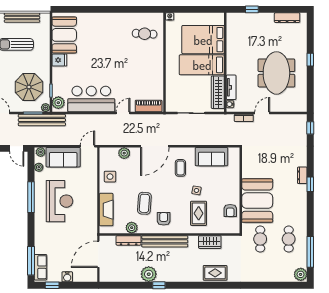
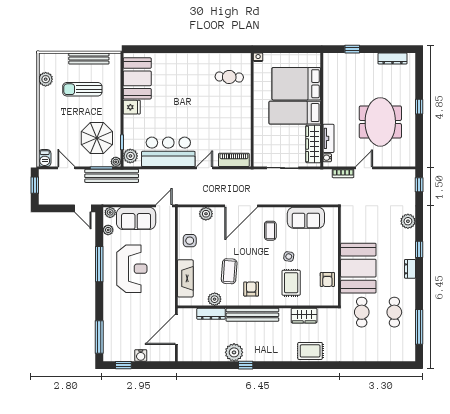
dresser: (302, 175) -> (410, 269), moved
row of seats: (40, 267) -> (110, 344), removed
plant: (301, 274) -> (408, 221), moved

